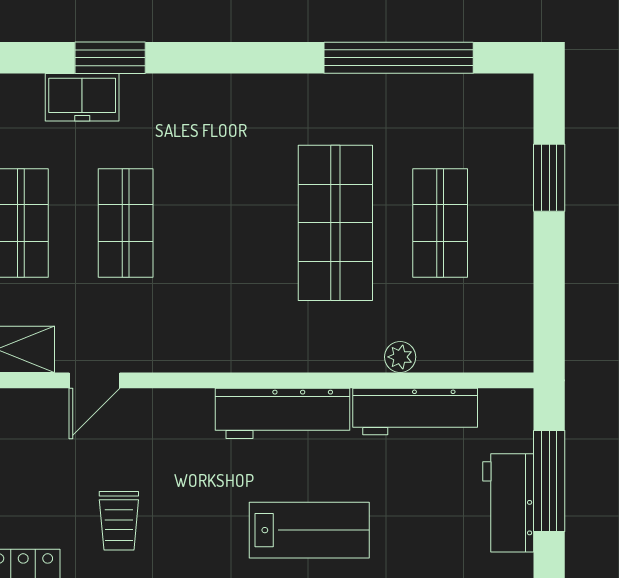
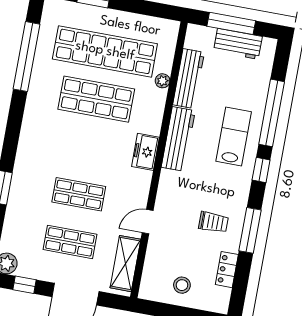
freezer: (82, 97) -> (146, 152), moved, turned 180
shop shelf: (440, 223) -> (105, 51), width x2.00, depth x1.36
door: (94, 380) -> (148, 222), swing flipped

